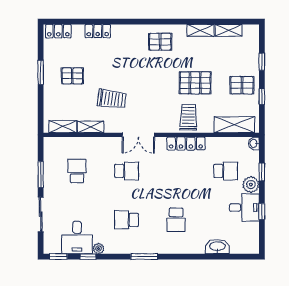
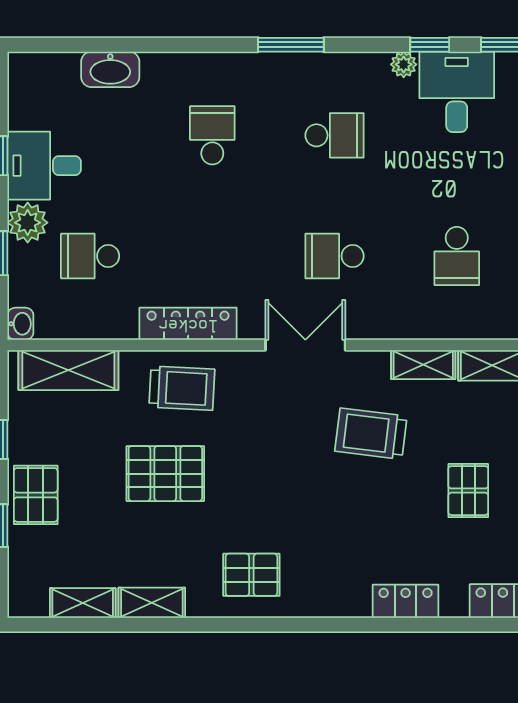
pallet: (72, 76) -> (468, 491), turned 90
pallet: (242, 85) -> (36, 495), moved, turned 90
trolley: (188, 117) -> (182, 388), turned -88

